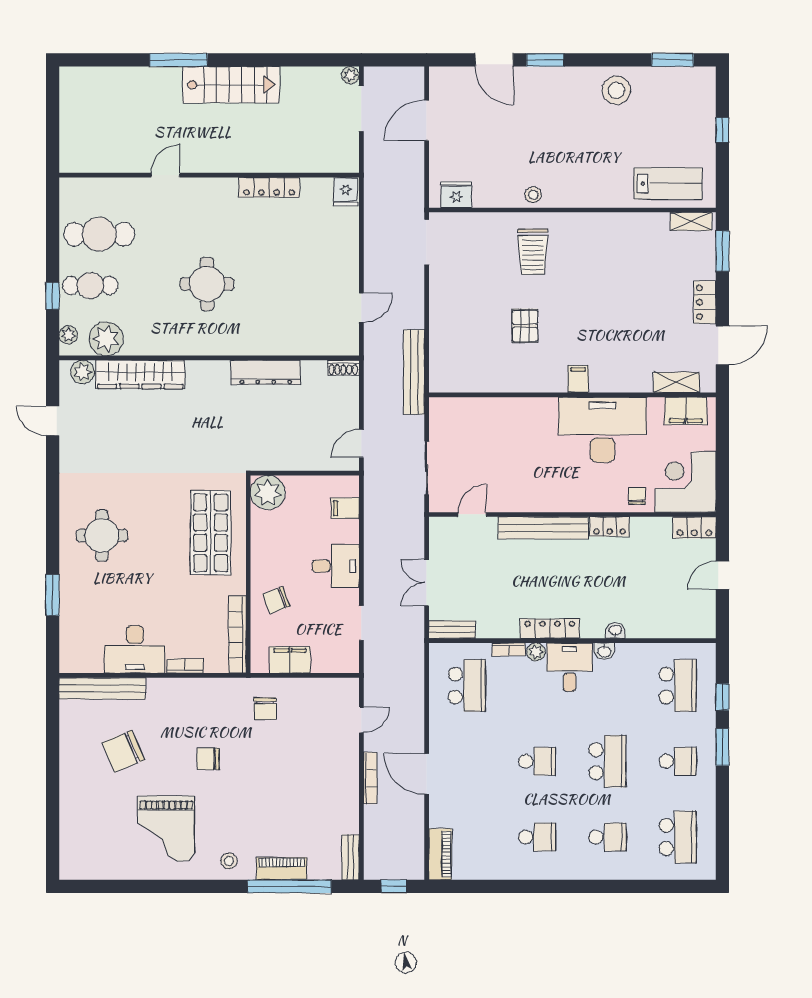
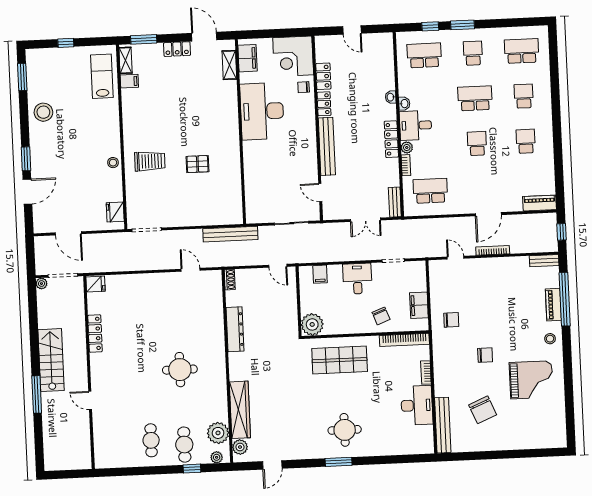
door: (166, 175) -> (90, 400), moved
wall: (209, 175) -> (89, 372), moved
locker: (269, 187) -> (95, 333), moved
fridge: (346, 192) -> (96, 284), moved
cafe table: (99, 234) -> (151, 440), width x0.73, depth x0.74
filing cabinet: (578, 379) -> (129, 81), moved, turned 180
locker: (694, 527) -> (323, 76), moved
window: (53, 595) -> (339, 462), moved
chair: (208, 759) -> (485, 355), turned -90

